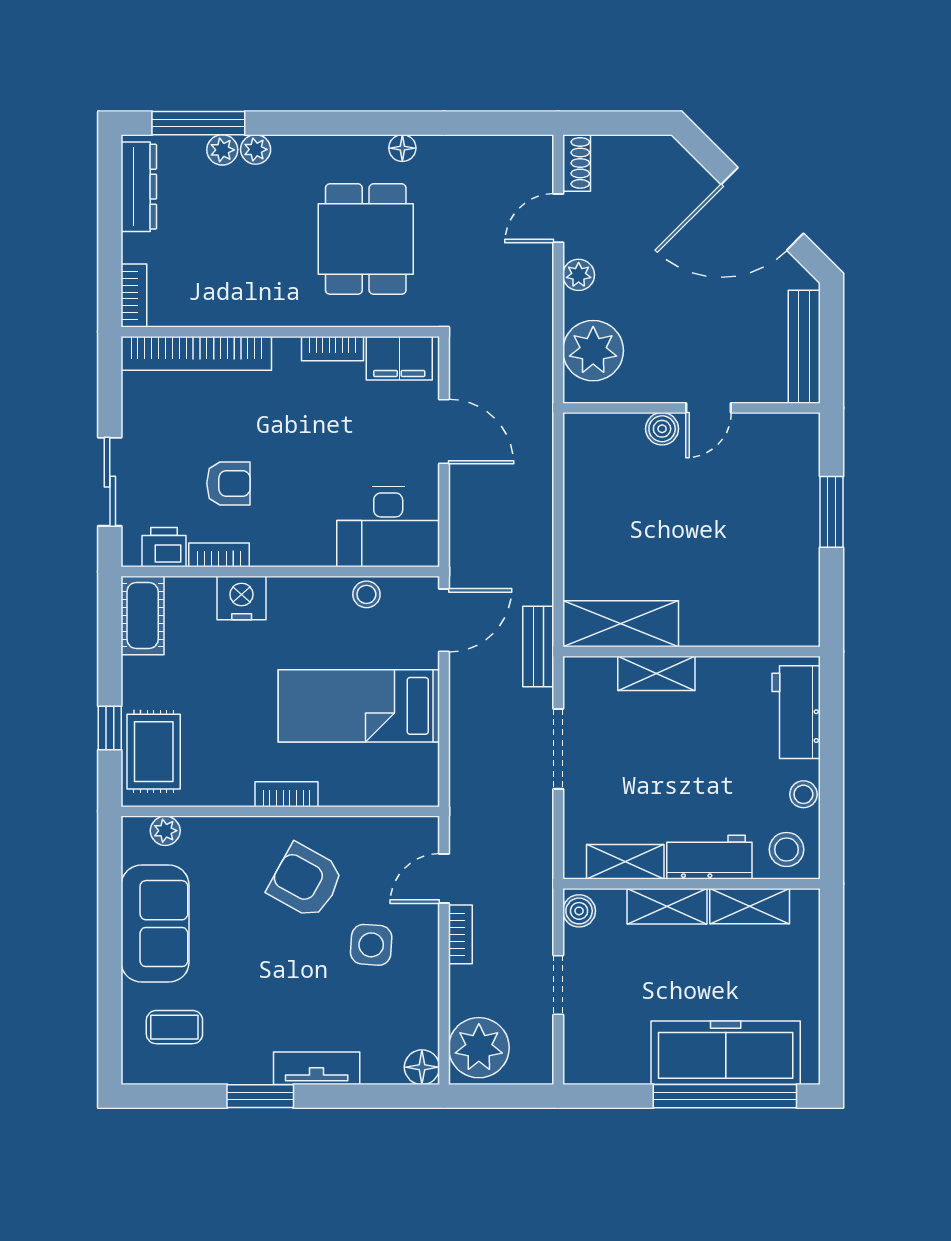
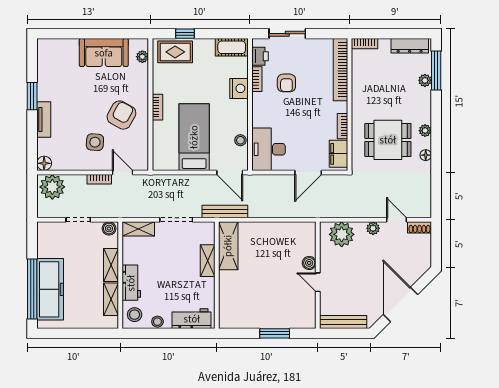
plant: (256, 149) -> (425, 131), moved
bench: (538, 646) -> (225, 212), width x1.36
shelving: (625, 862) -> (138, 229), moved, turned 90
coffee table: (174, 1027) -> (61, 61), removed

